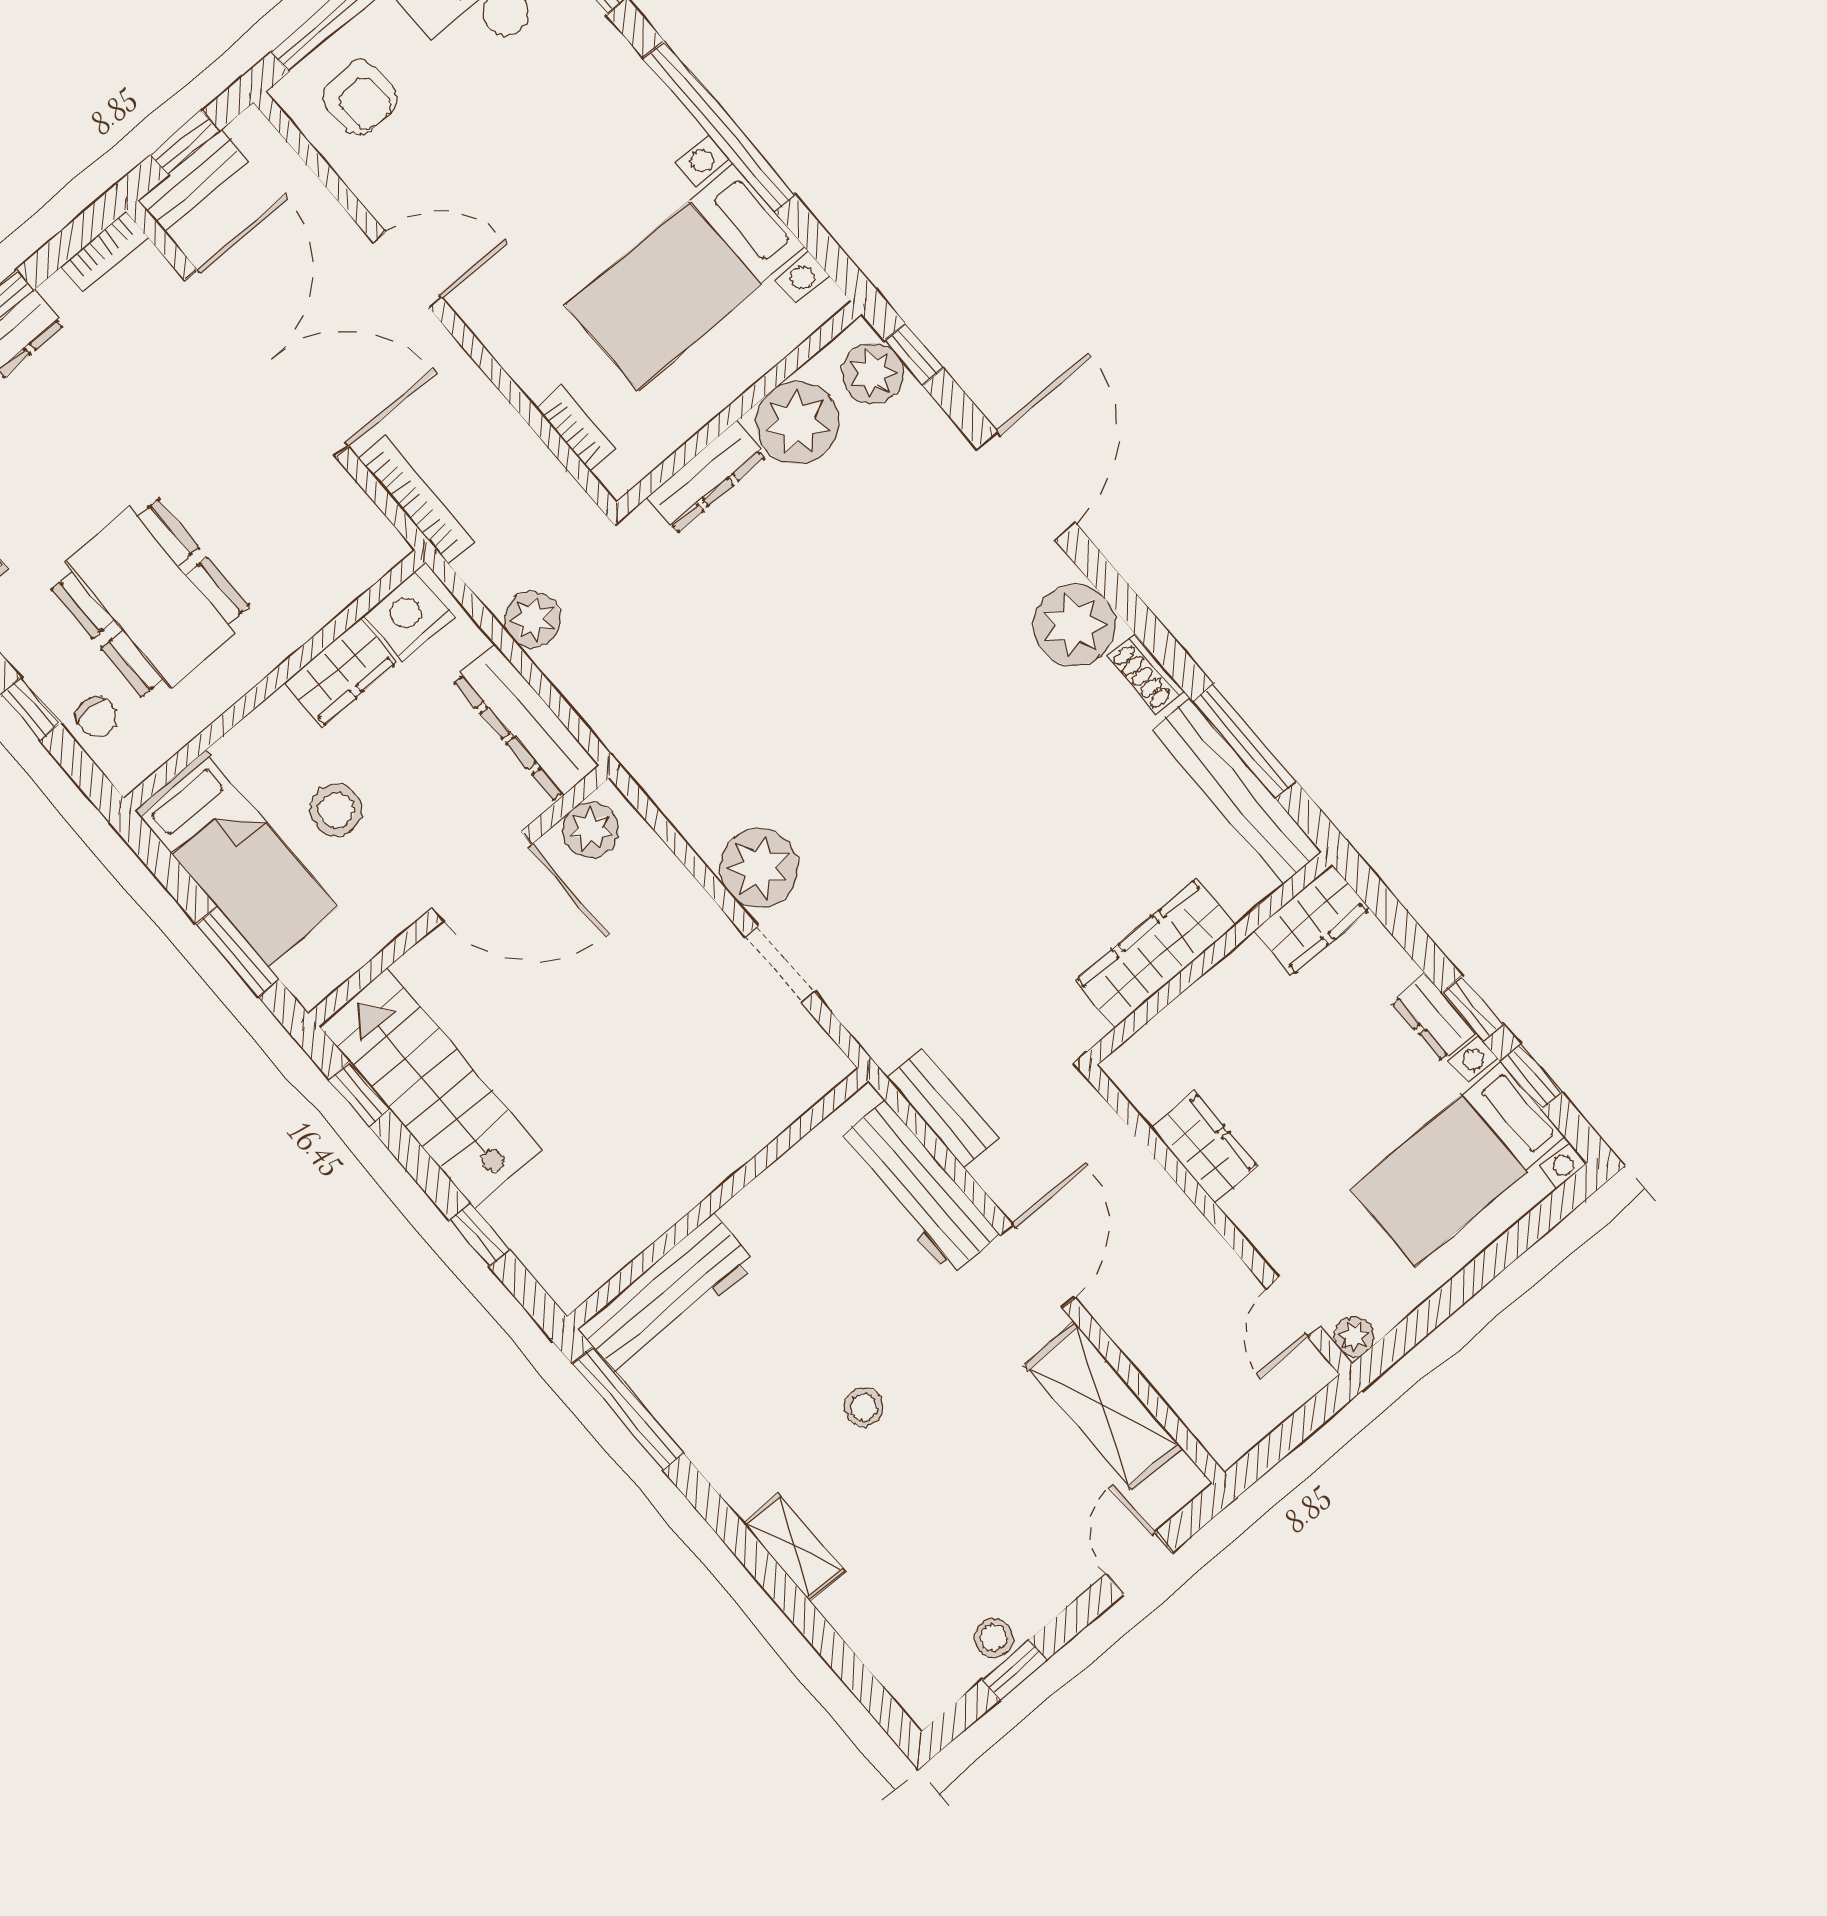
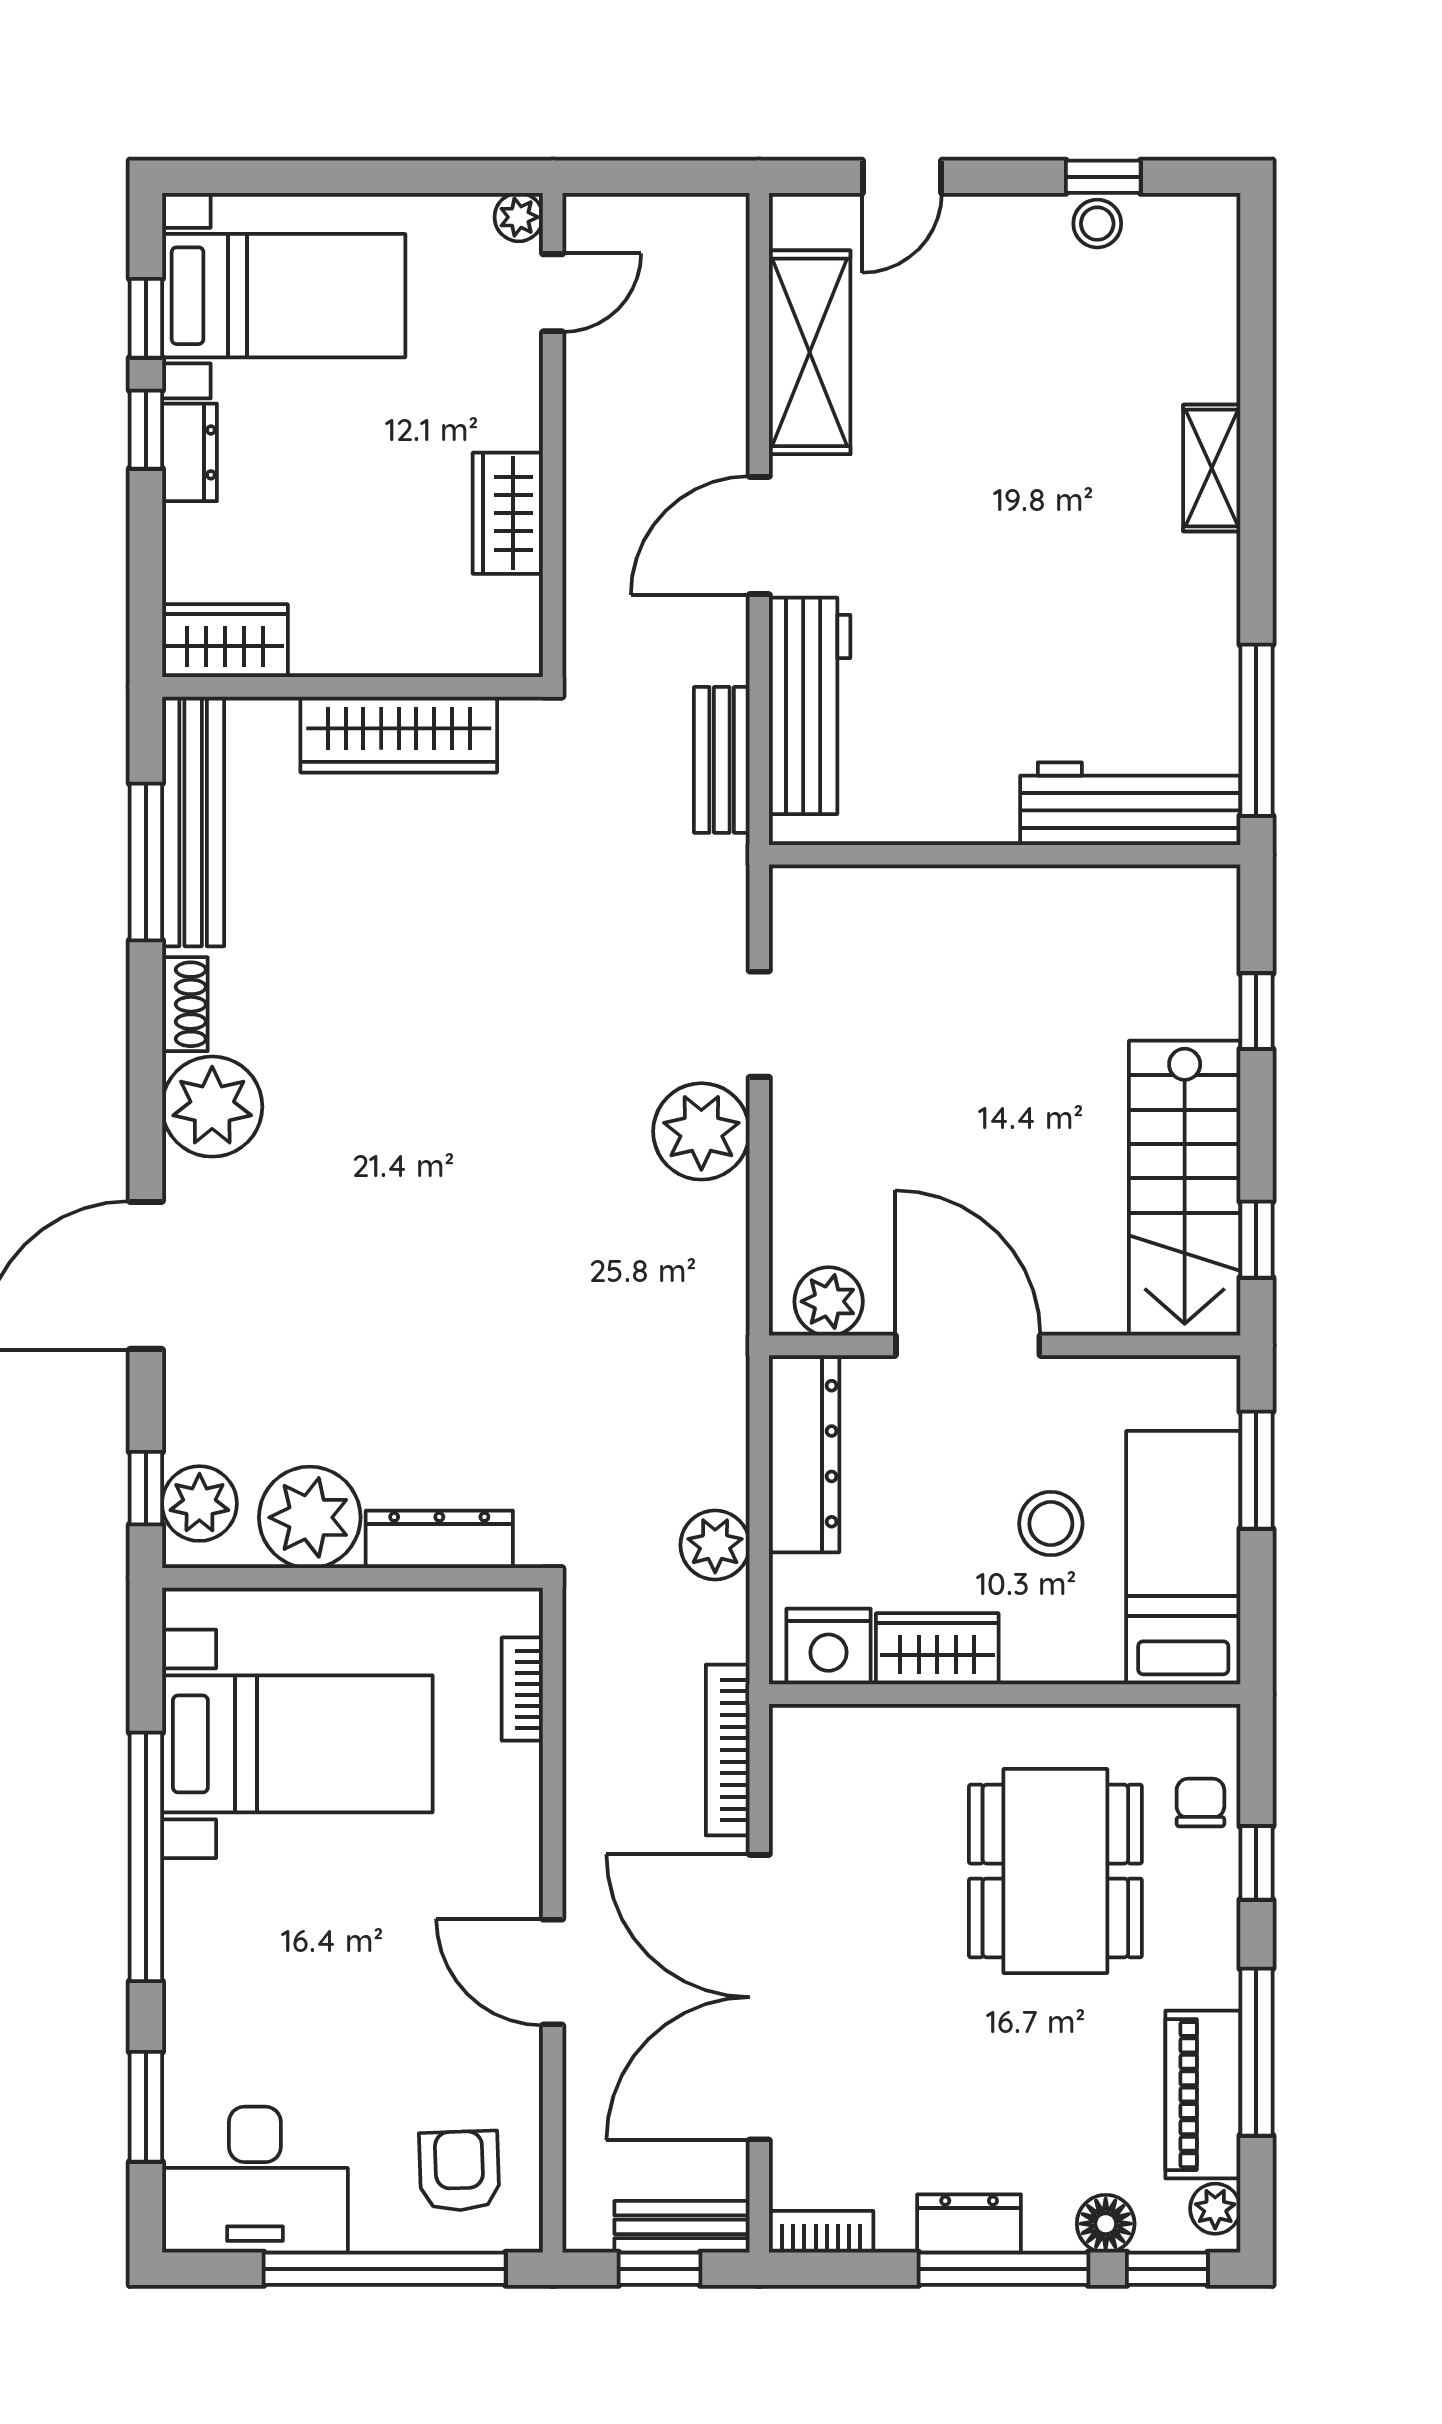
stool: (864, 1407) -> (1034, 543), removed

